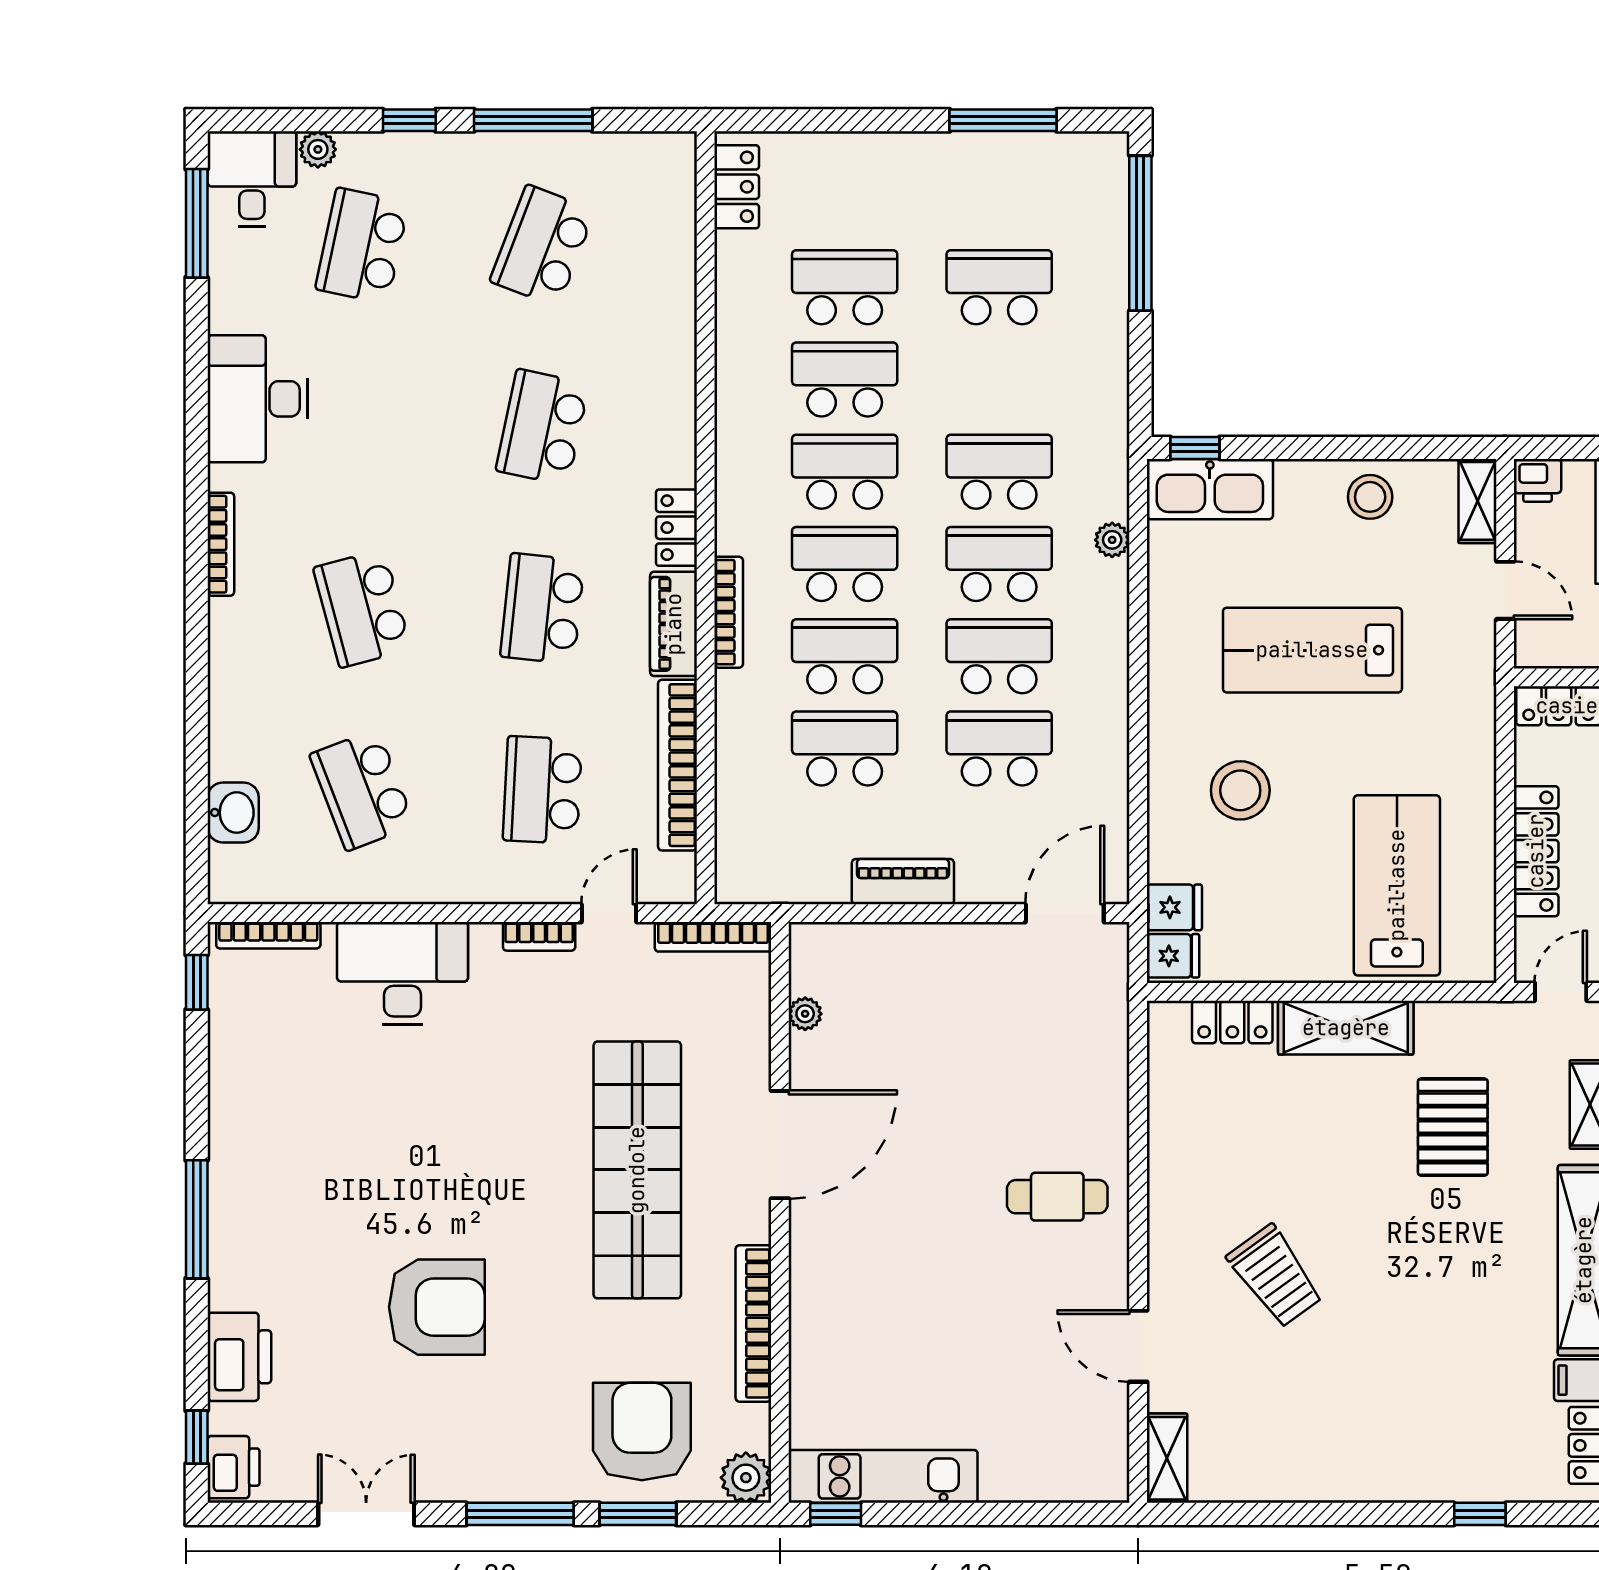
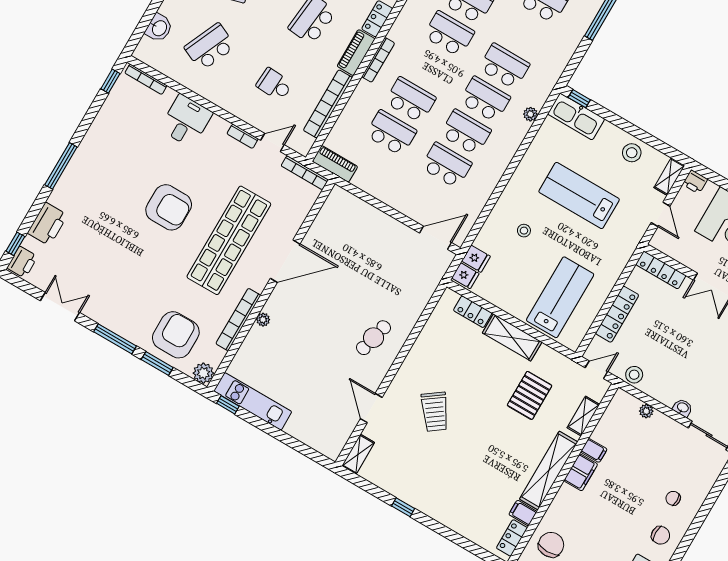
school desk: (845, 564) -> (430, 67), removed
school desk: (362, 790) -> (210, 47), turned 45
school desk: (542, 790) -> (274, 85), width x0.54
stool: (1240, 790) -> (524, 231), width x0.53, depth x0.53
piano: (903, 882) -> (335, 164), moved
desk: (403, 973) -> (186, 121), width x0.73
plant: (805, 1014) -> (263, 320), moved
cafe table: (1057, 1197) -> (374, 338), turned -76
armchair: (437, 1307) -> (169, 207), moved
window: (1480, 1514) -> (403, 507), moved

